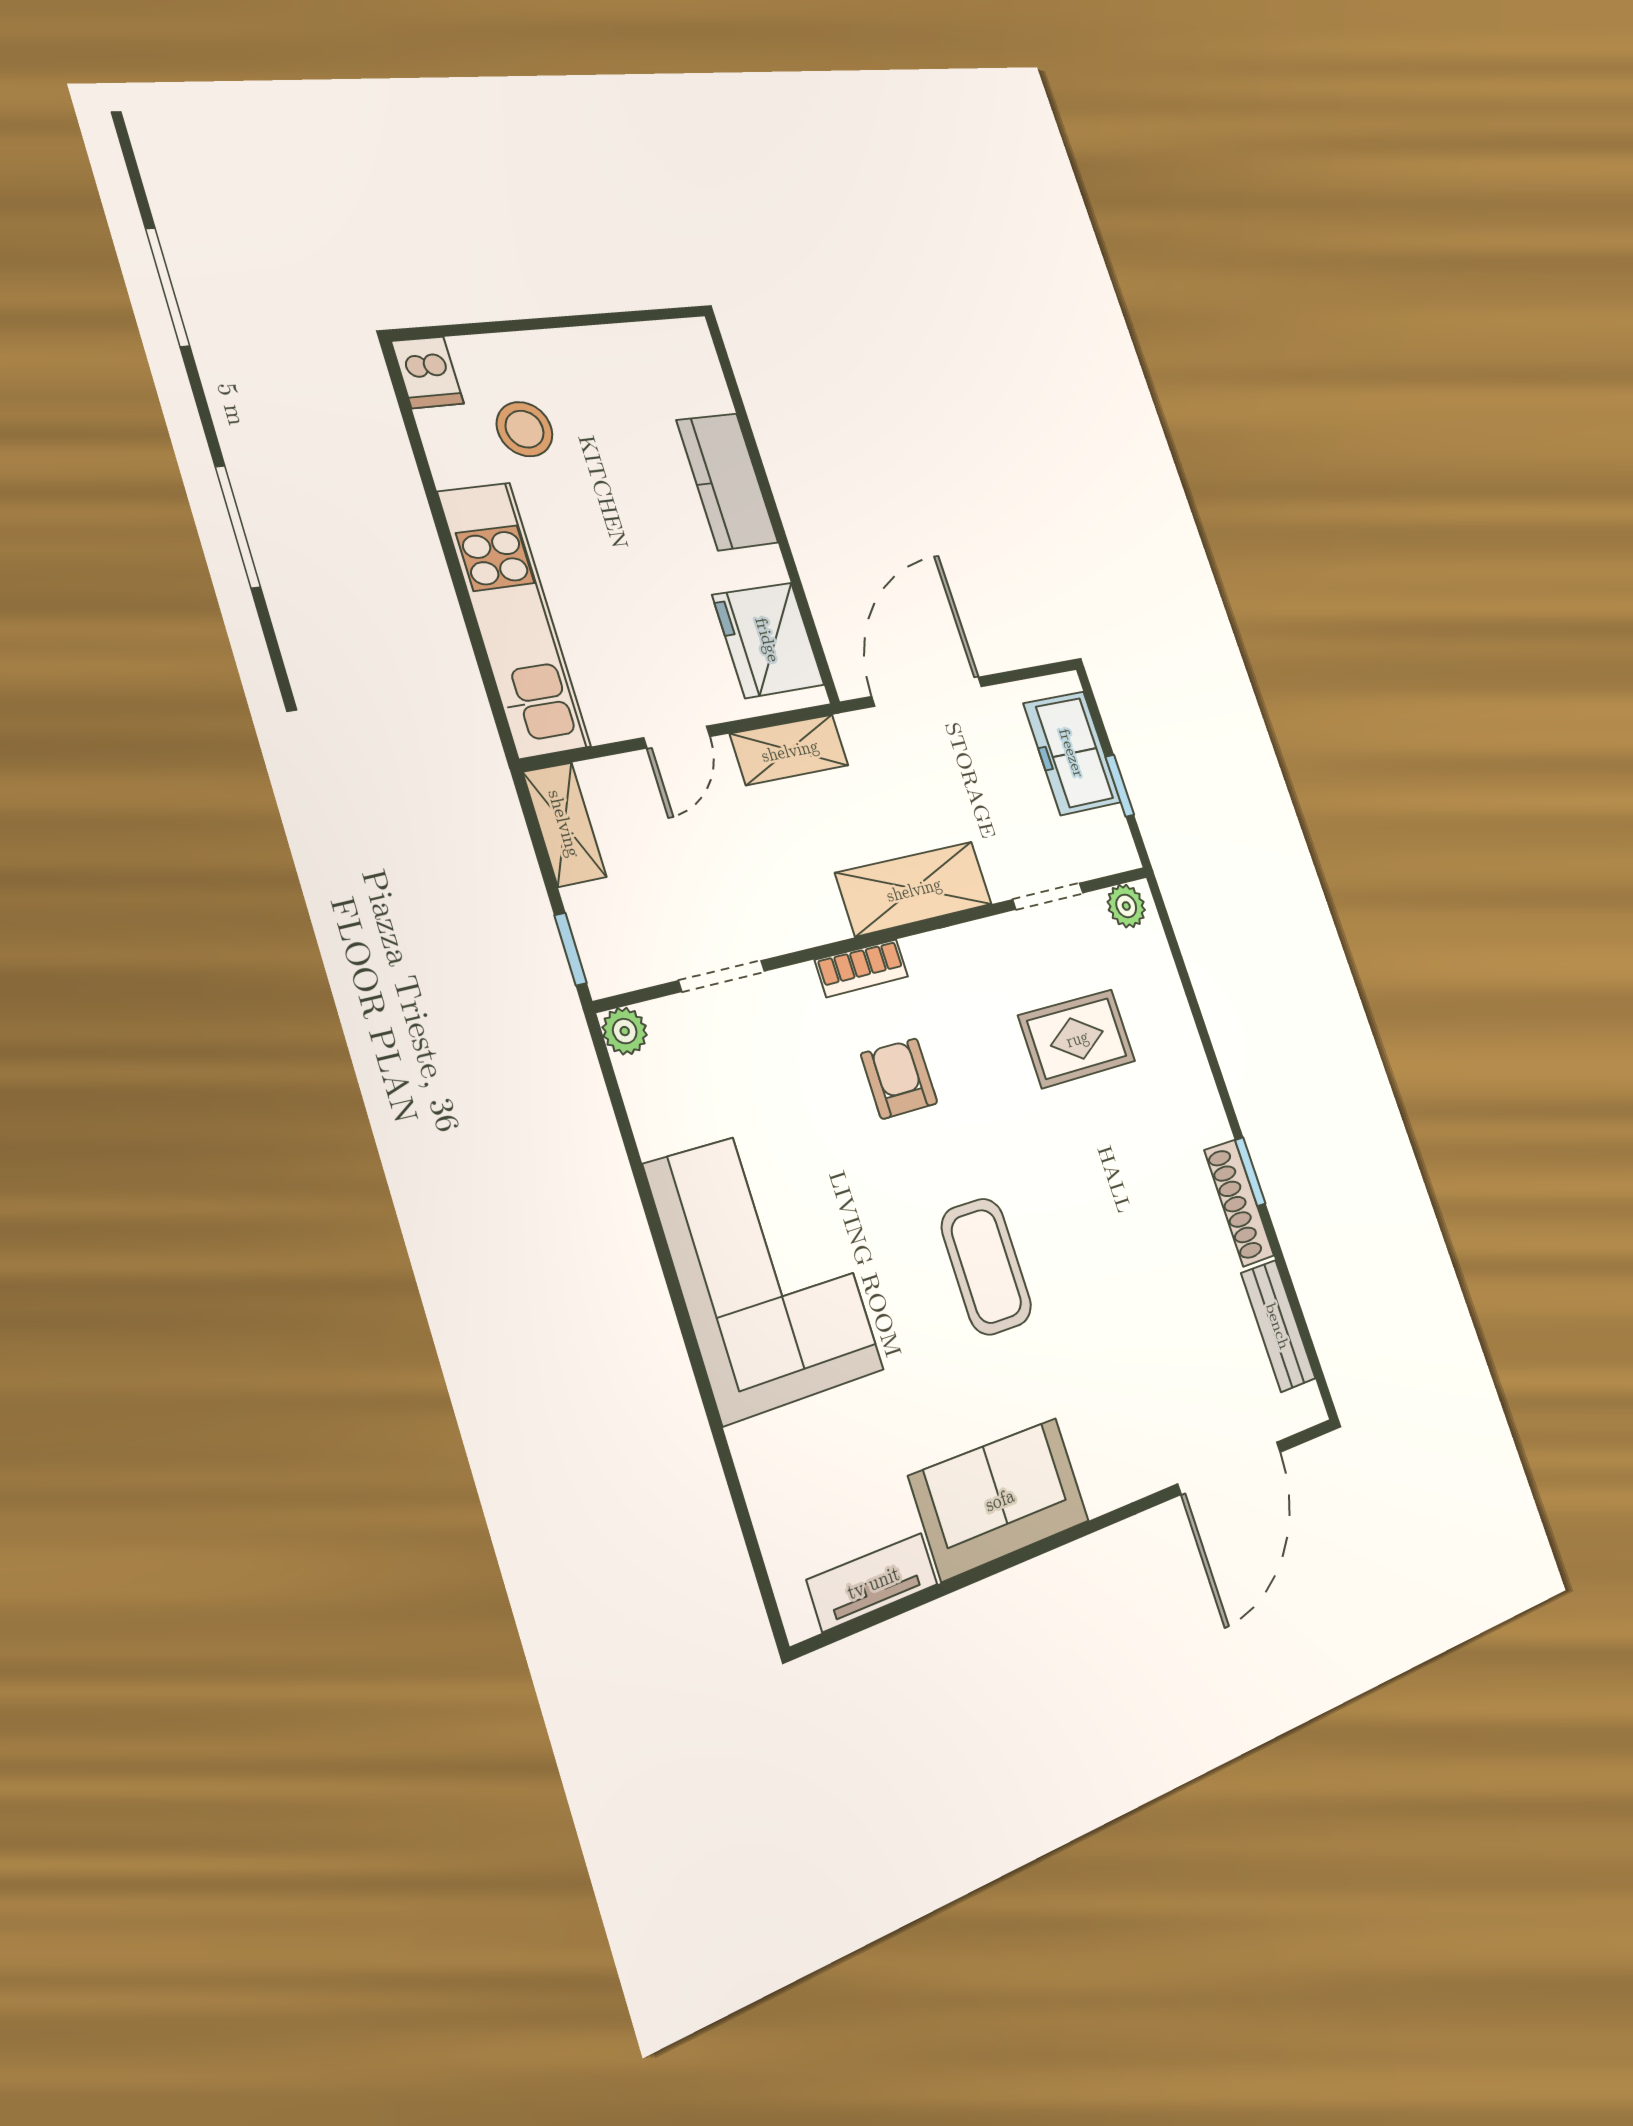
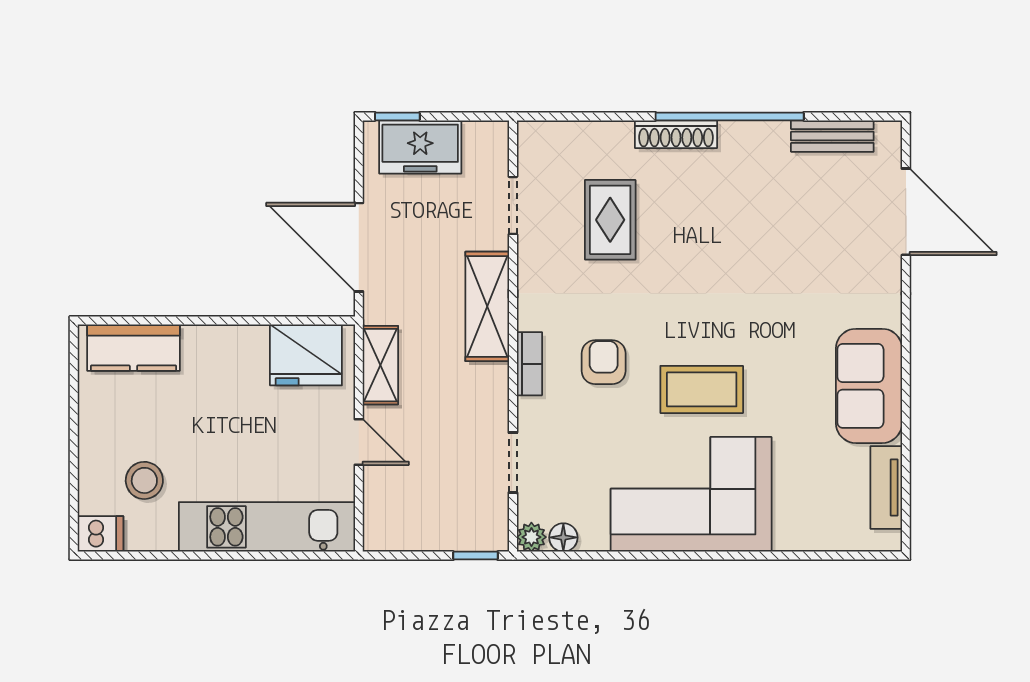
kitchen counter: (727, 481) -> (133, 348), moved
window: (1120, 786) -> (397, 116), moved
shelving: (565, 824) -> (400, 535), removed
plant: (1126, 906) -> (532, 145), removed
armchair: (899, 1078) -> (604, 362), turned 90
floor lamp: (640, 1082) -> (563, 537), added
window: (1250, 1172) -> (730, 116), width x3.17
shoe rack: (1239, 1203) -> (676, 134), moved
coffee table: (986, 1266) -> (702, 389), moved

